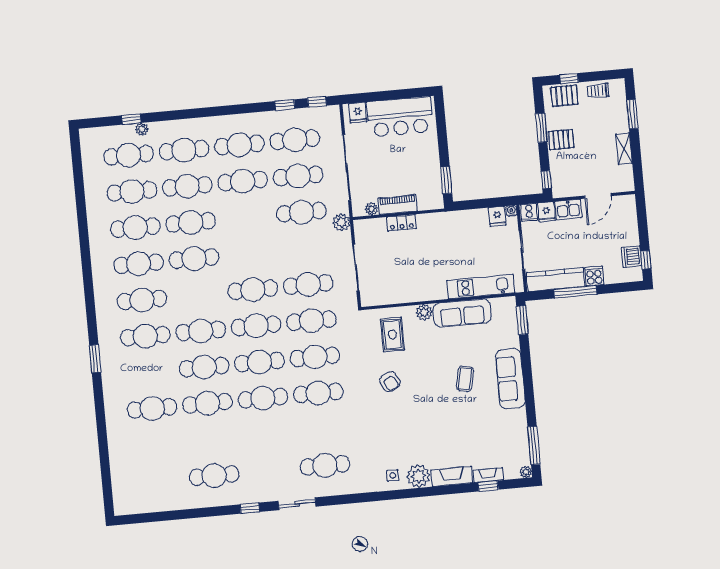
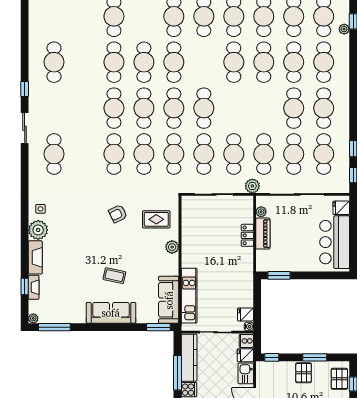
cafe table: (305, 248) -> (234, 154), added
sofa: (462, 313) -> (169, 300), moved

